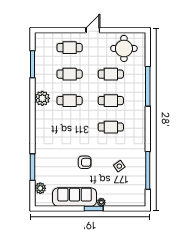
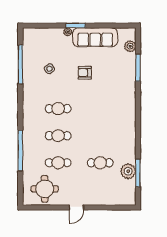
cafe table: (70, 48) -> (100, 190), removed
plant: (42, 98) -> (128, 171), moved
cafe table: (70, 101) -> (100, 136), removed

